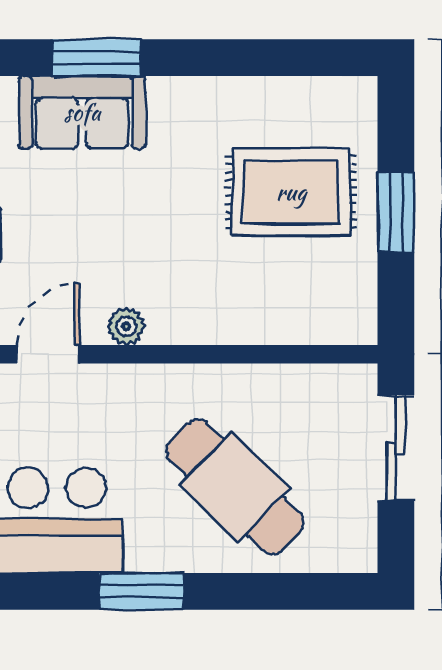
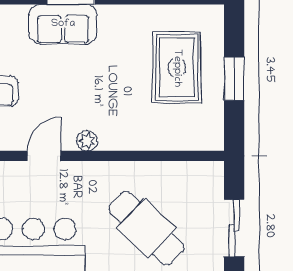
rug: (291, 192) -> (177, 68), turned 90
sliding door: (396, 448) -> (234, 228), moved

